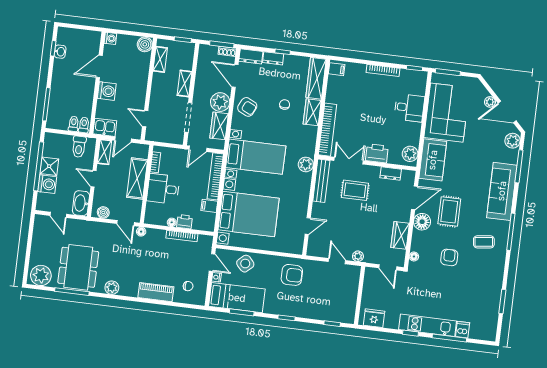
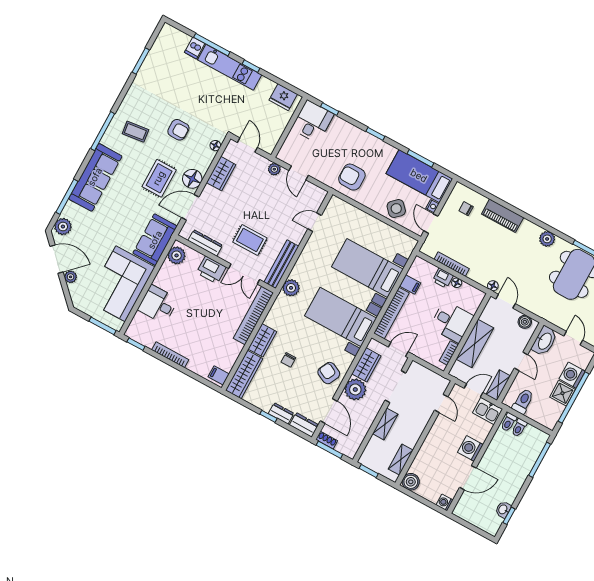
dresser: (391, 173) -> (205, 243), width x1.44
bed with nightstands: (249, 214) -> (367, 268), width x0.73
armchair: (449, 257) -> (178, 130), turned -90
desk: (342, 308) -> (313, 122), added

